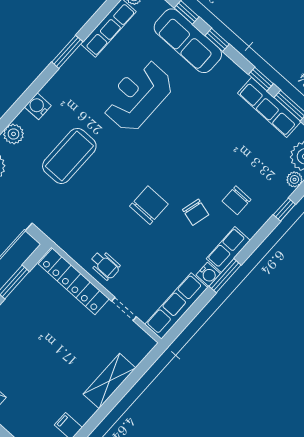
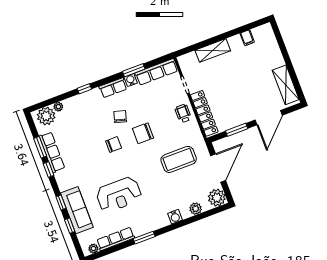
coffee table: (69, 156) -> (179, 159), moved
chair: (237, 200) -> (114, 145), moved
window: (284, 210) -> (84, 89), moved
window: (225, 276) -> (134, 70), moved

